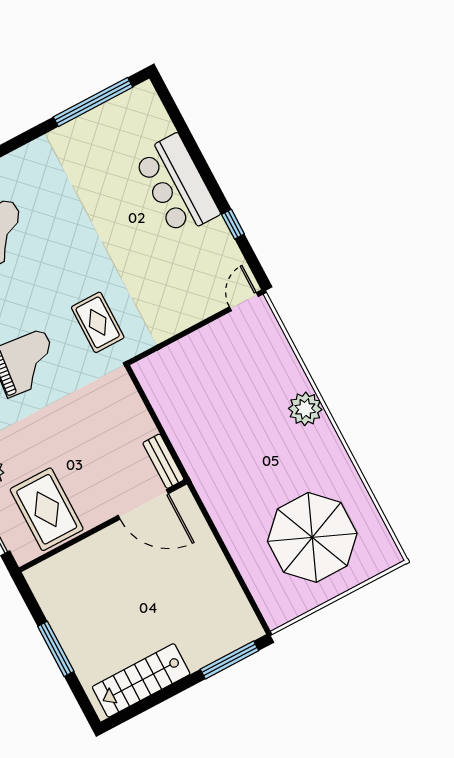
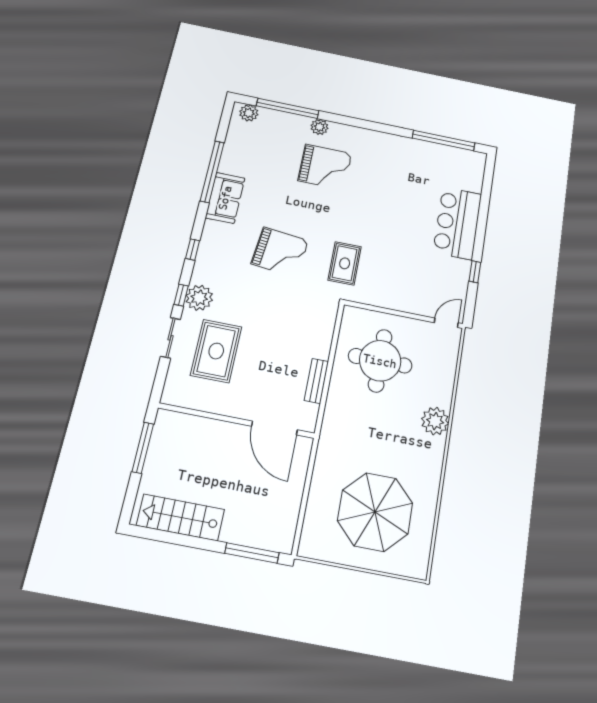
round table: (209, 393) -> (380, 361), added
door: (143, 505) -> (274, 428), moved
wall: (103, 526) -> (237, 421), moved

